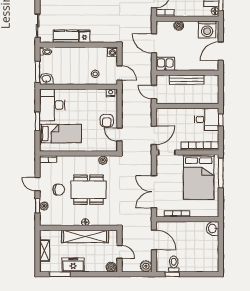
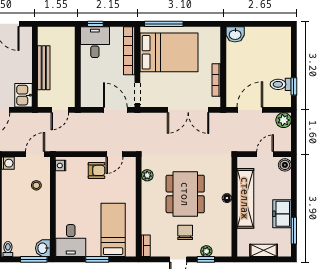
desk: (52, 105) -> (71, 241), width x0.73

